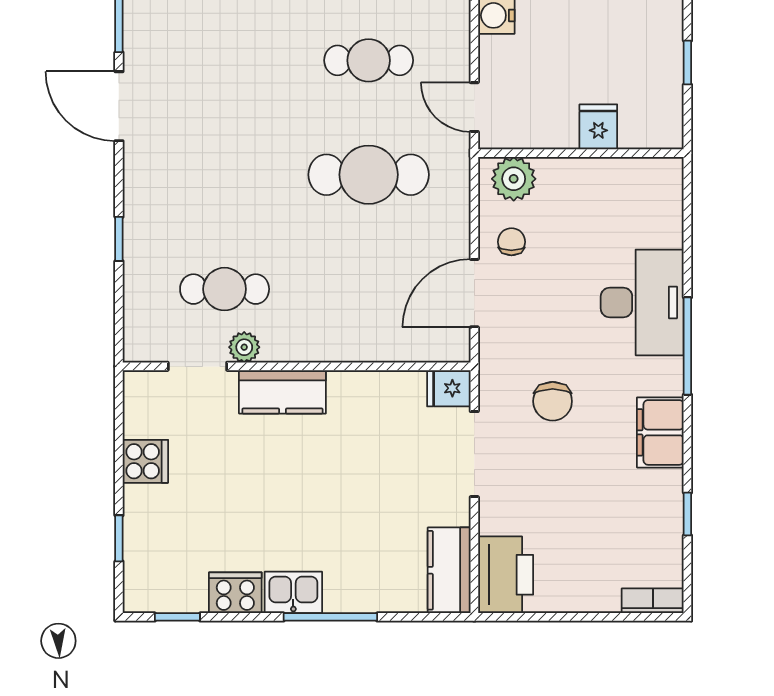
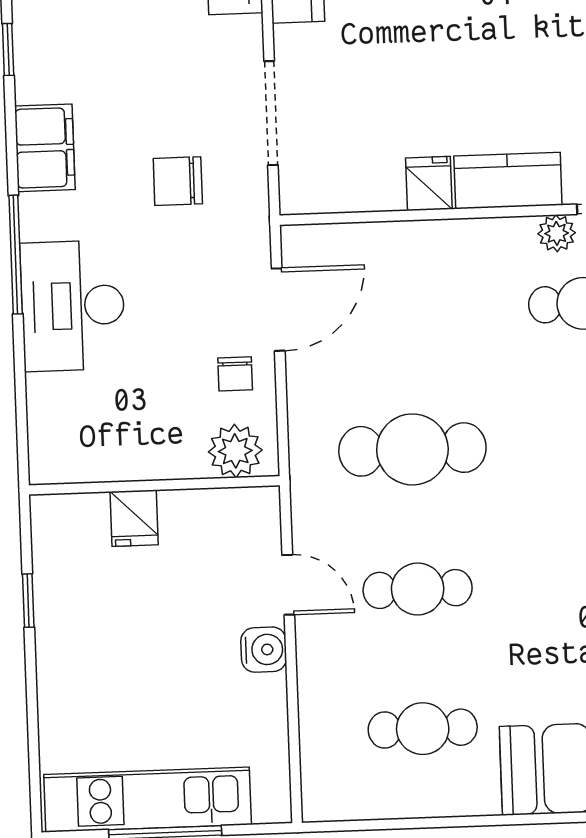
door: (474, 107) -> (288, 585), moved
fridge: (449, 388) -> (429, 184), moved, turned -90
chair: (553, 401) -> (178, 181), turned -90

